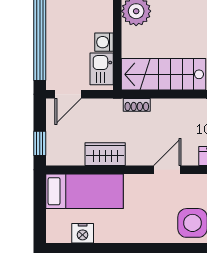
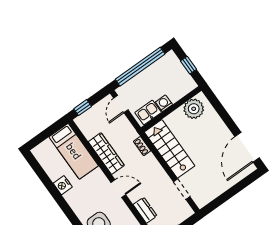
door: (68, 94) -> (121, 104), hinge flipped
wardrobe: (105, 154) -> (106, 154), width x1.50
nightstand: (83, 233) -> (63, 185), moved

